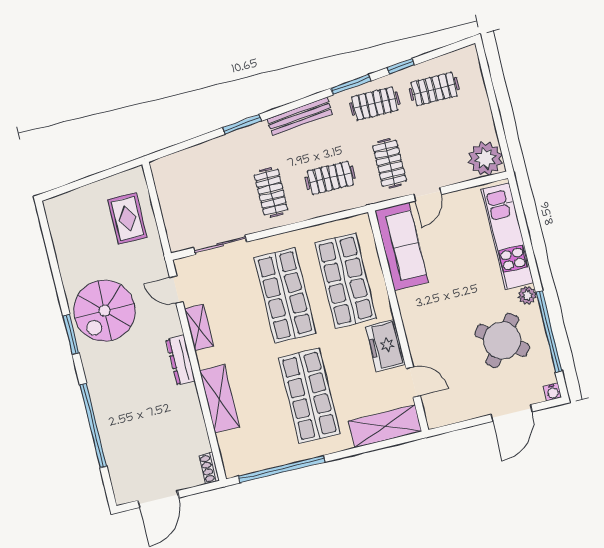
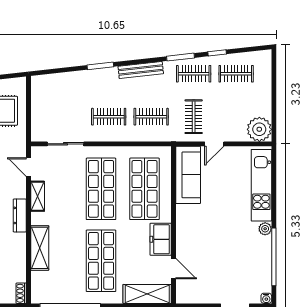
clothes rail: (271, 192) -> (109, 117), turned 90
round table: (502, 340) -> (241, 255), removed

